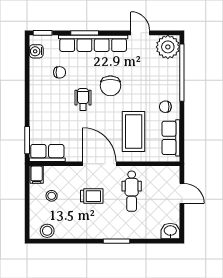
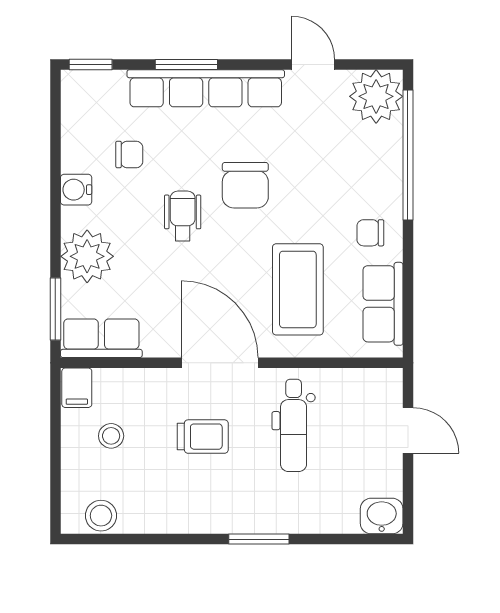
water cooler: (36, 51) -> (76, 190), moved
plant: (41, 117) -> (87, 256), added

